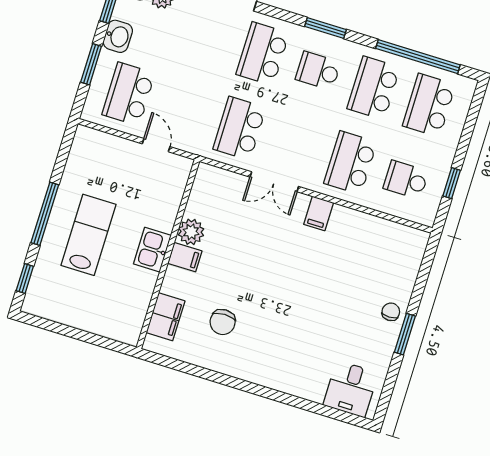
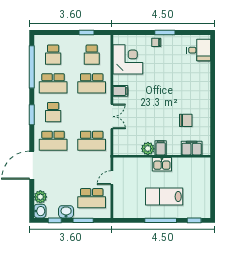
school desk: (429, 105) -> (53, 55), width x0.54
corner desk: (375, 247) -> (128, 59), added

